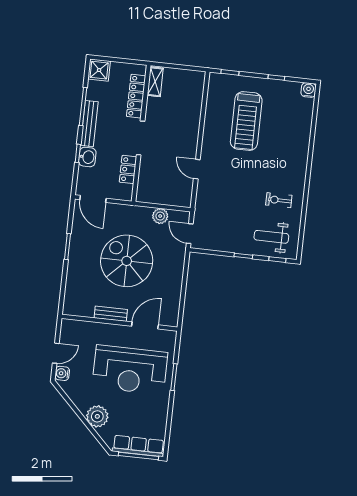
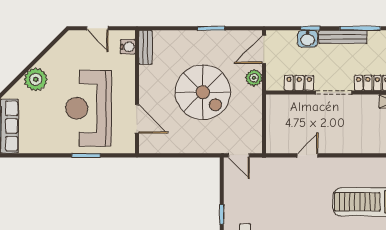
plant: (160, 216) -> (254, 78), moved
door: (190, 234) -> (239, 155), swing flipped
spiral stairs: (127, 261) -> (203, 92), turned 90
bench: (111, 314) -> (145, 47), moved
water cooler: (62, 373) -> (128, 47), moved, turned 90

